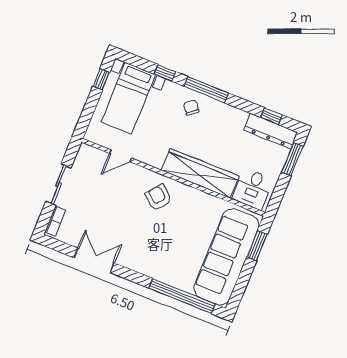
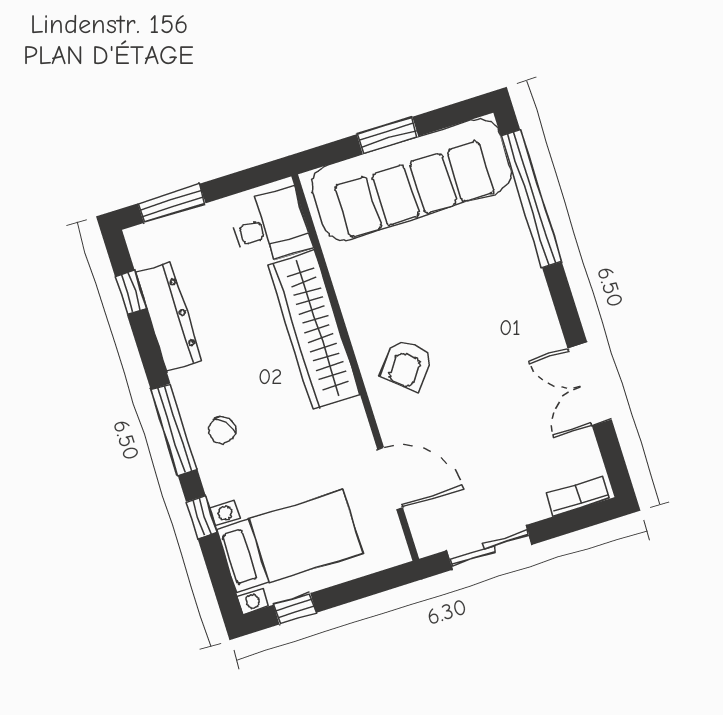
dresser: (271, 131) -> (169, 317), moved
door: (121, 156) -> (390, 478), width x1.38
sliding door: (58, 185) -> (489, 547), moved
window: (257, 246) -> (388, 135), moved

